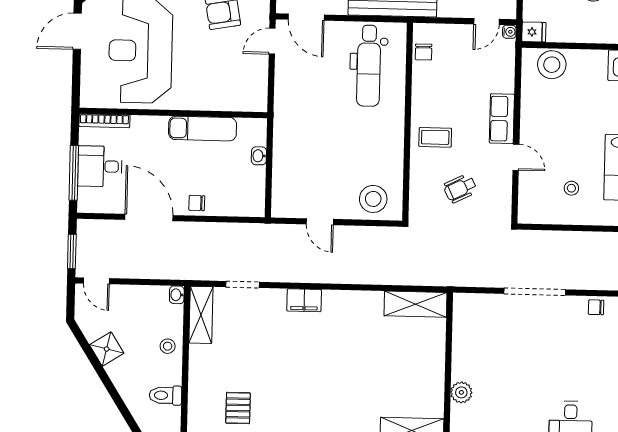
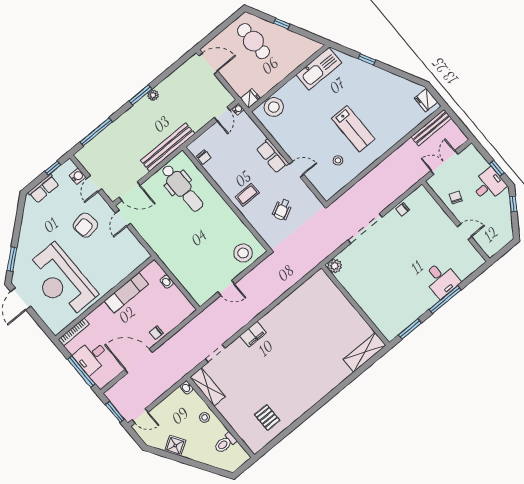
shelving: (415, 304) -> (311, 287), removed
plant: (461, 392) -> (335, 266), moved

